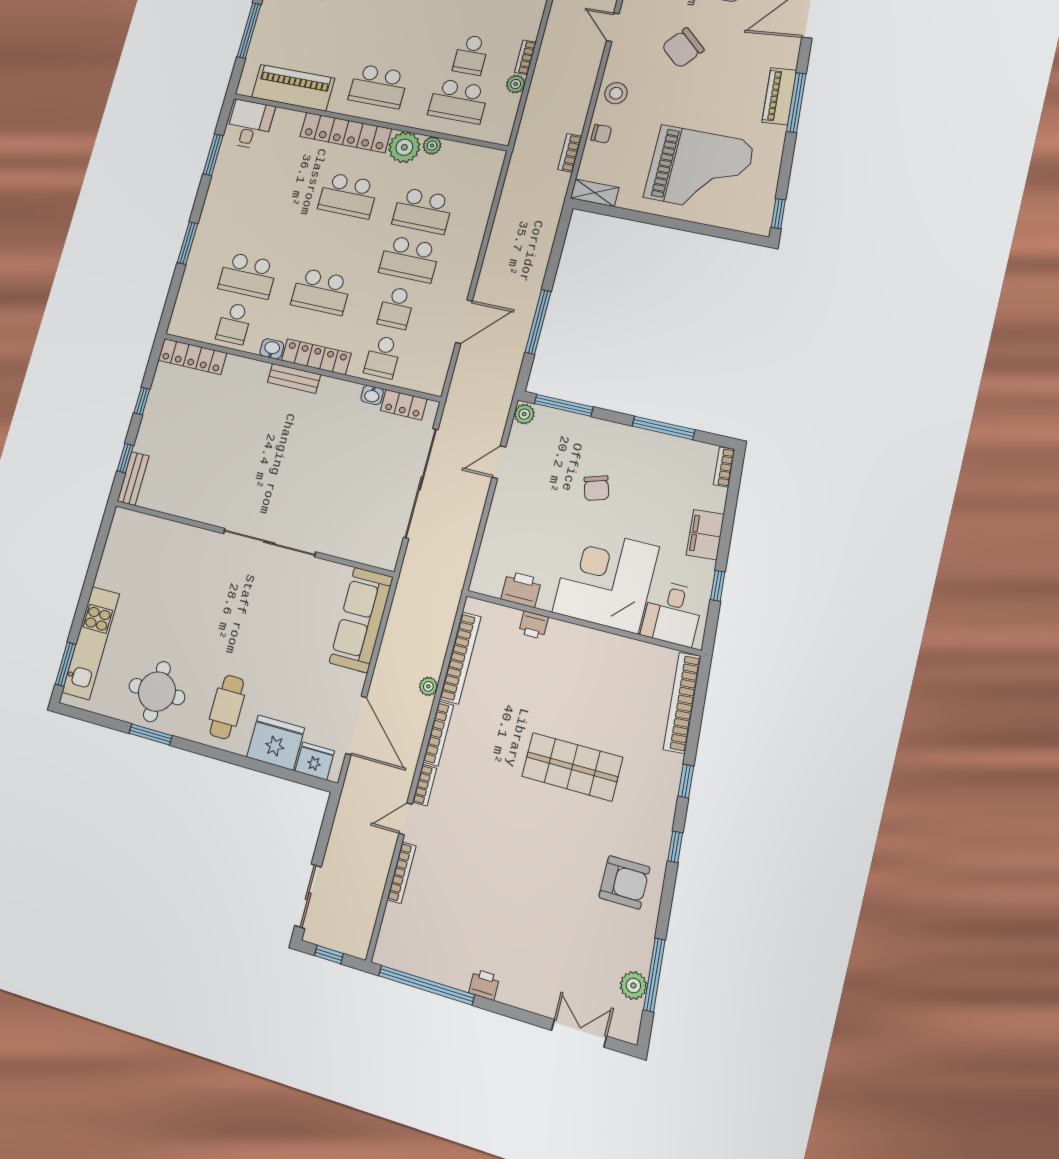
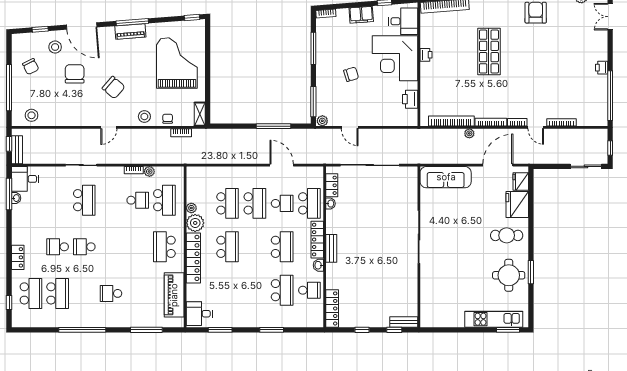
school desk: (378, 86) -> (164, 247), turned 180
school desk: (383, 357) -> (309, 203), width x1.85
printer: (533, 625) -> (426, 55), moved

